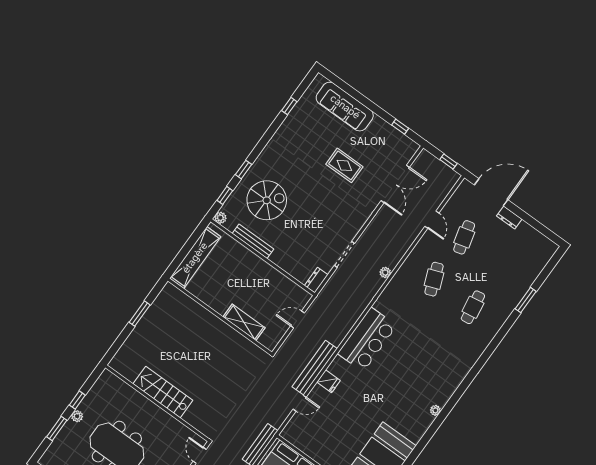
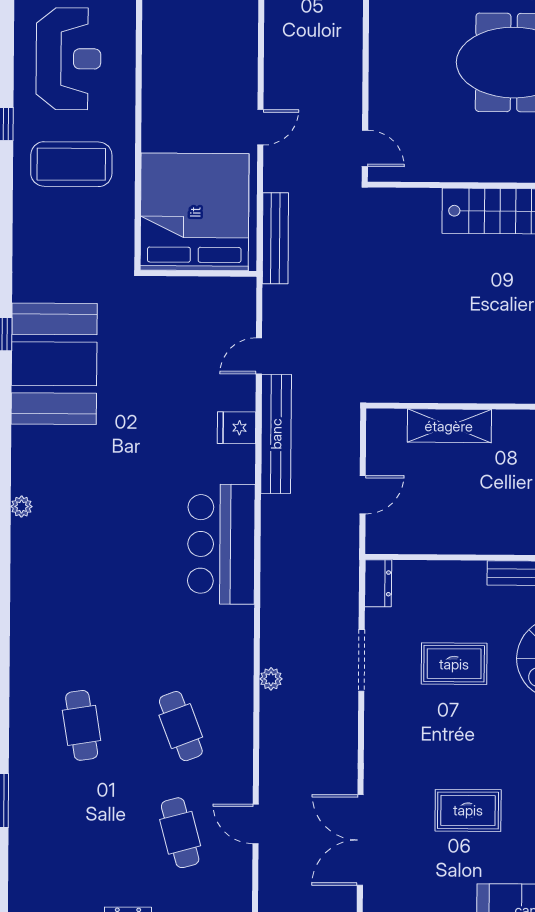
rug: (309, 227) -> (454, 664), added

